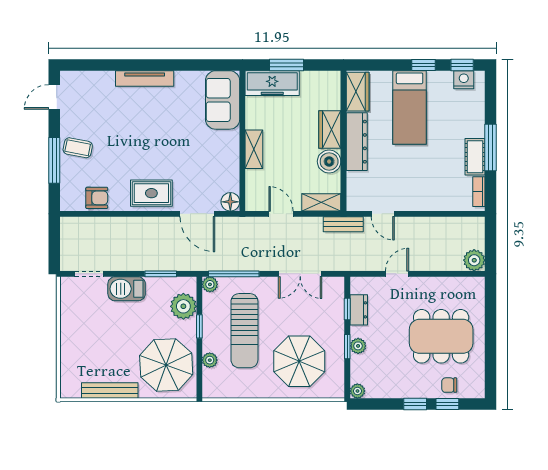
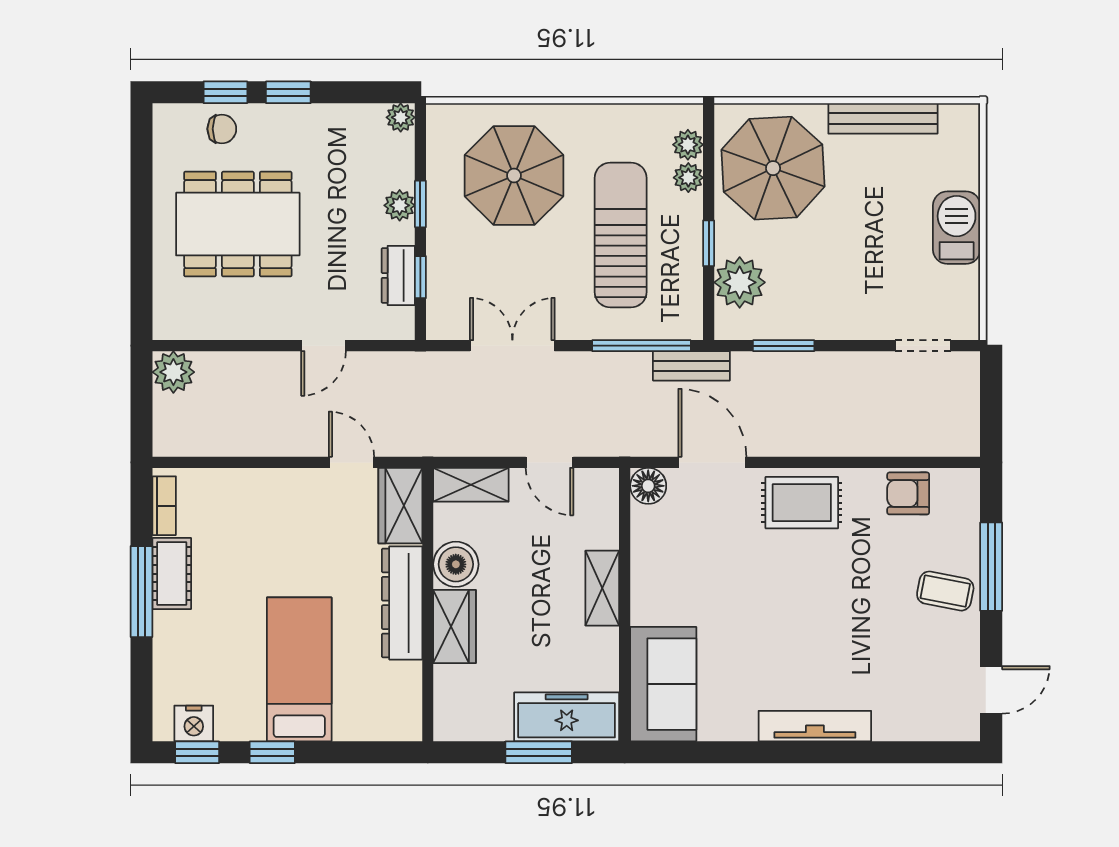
wardrobe: (358, 92) -> (400, 506), moved
bench: (343, 224) -> (691, 366), moved
plant: (210, 284) -> (688, 145), moved
barbecue: (127, 289) -> (957, 228), moved, turned -90

